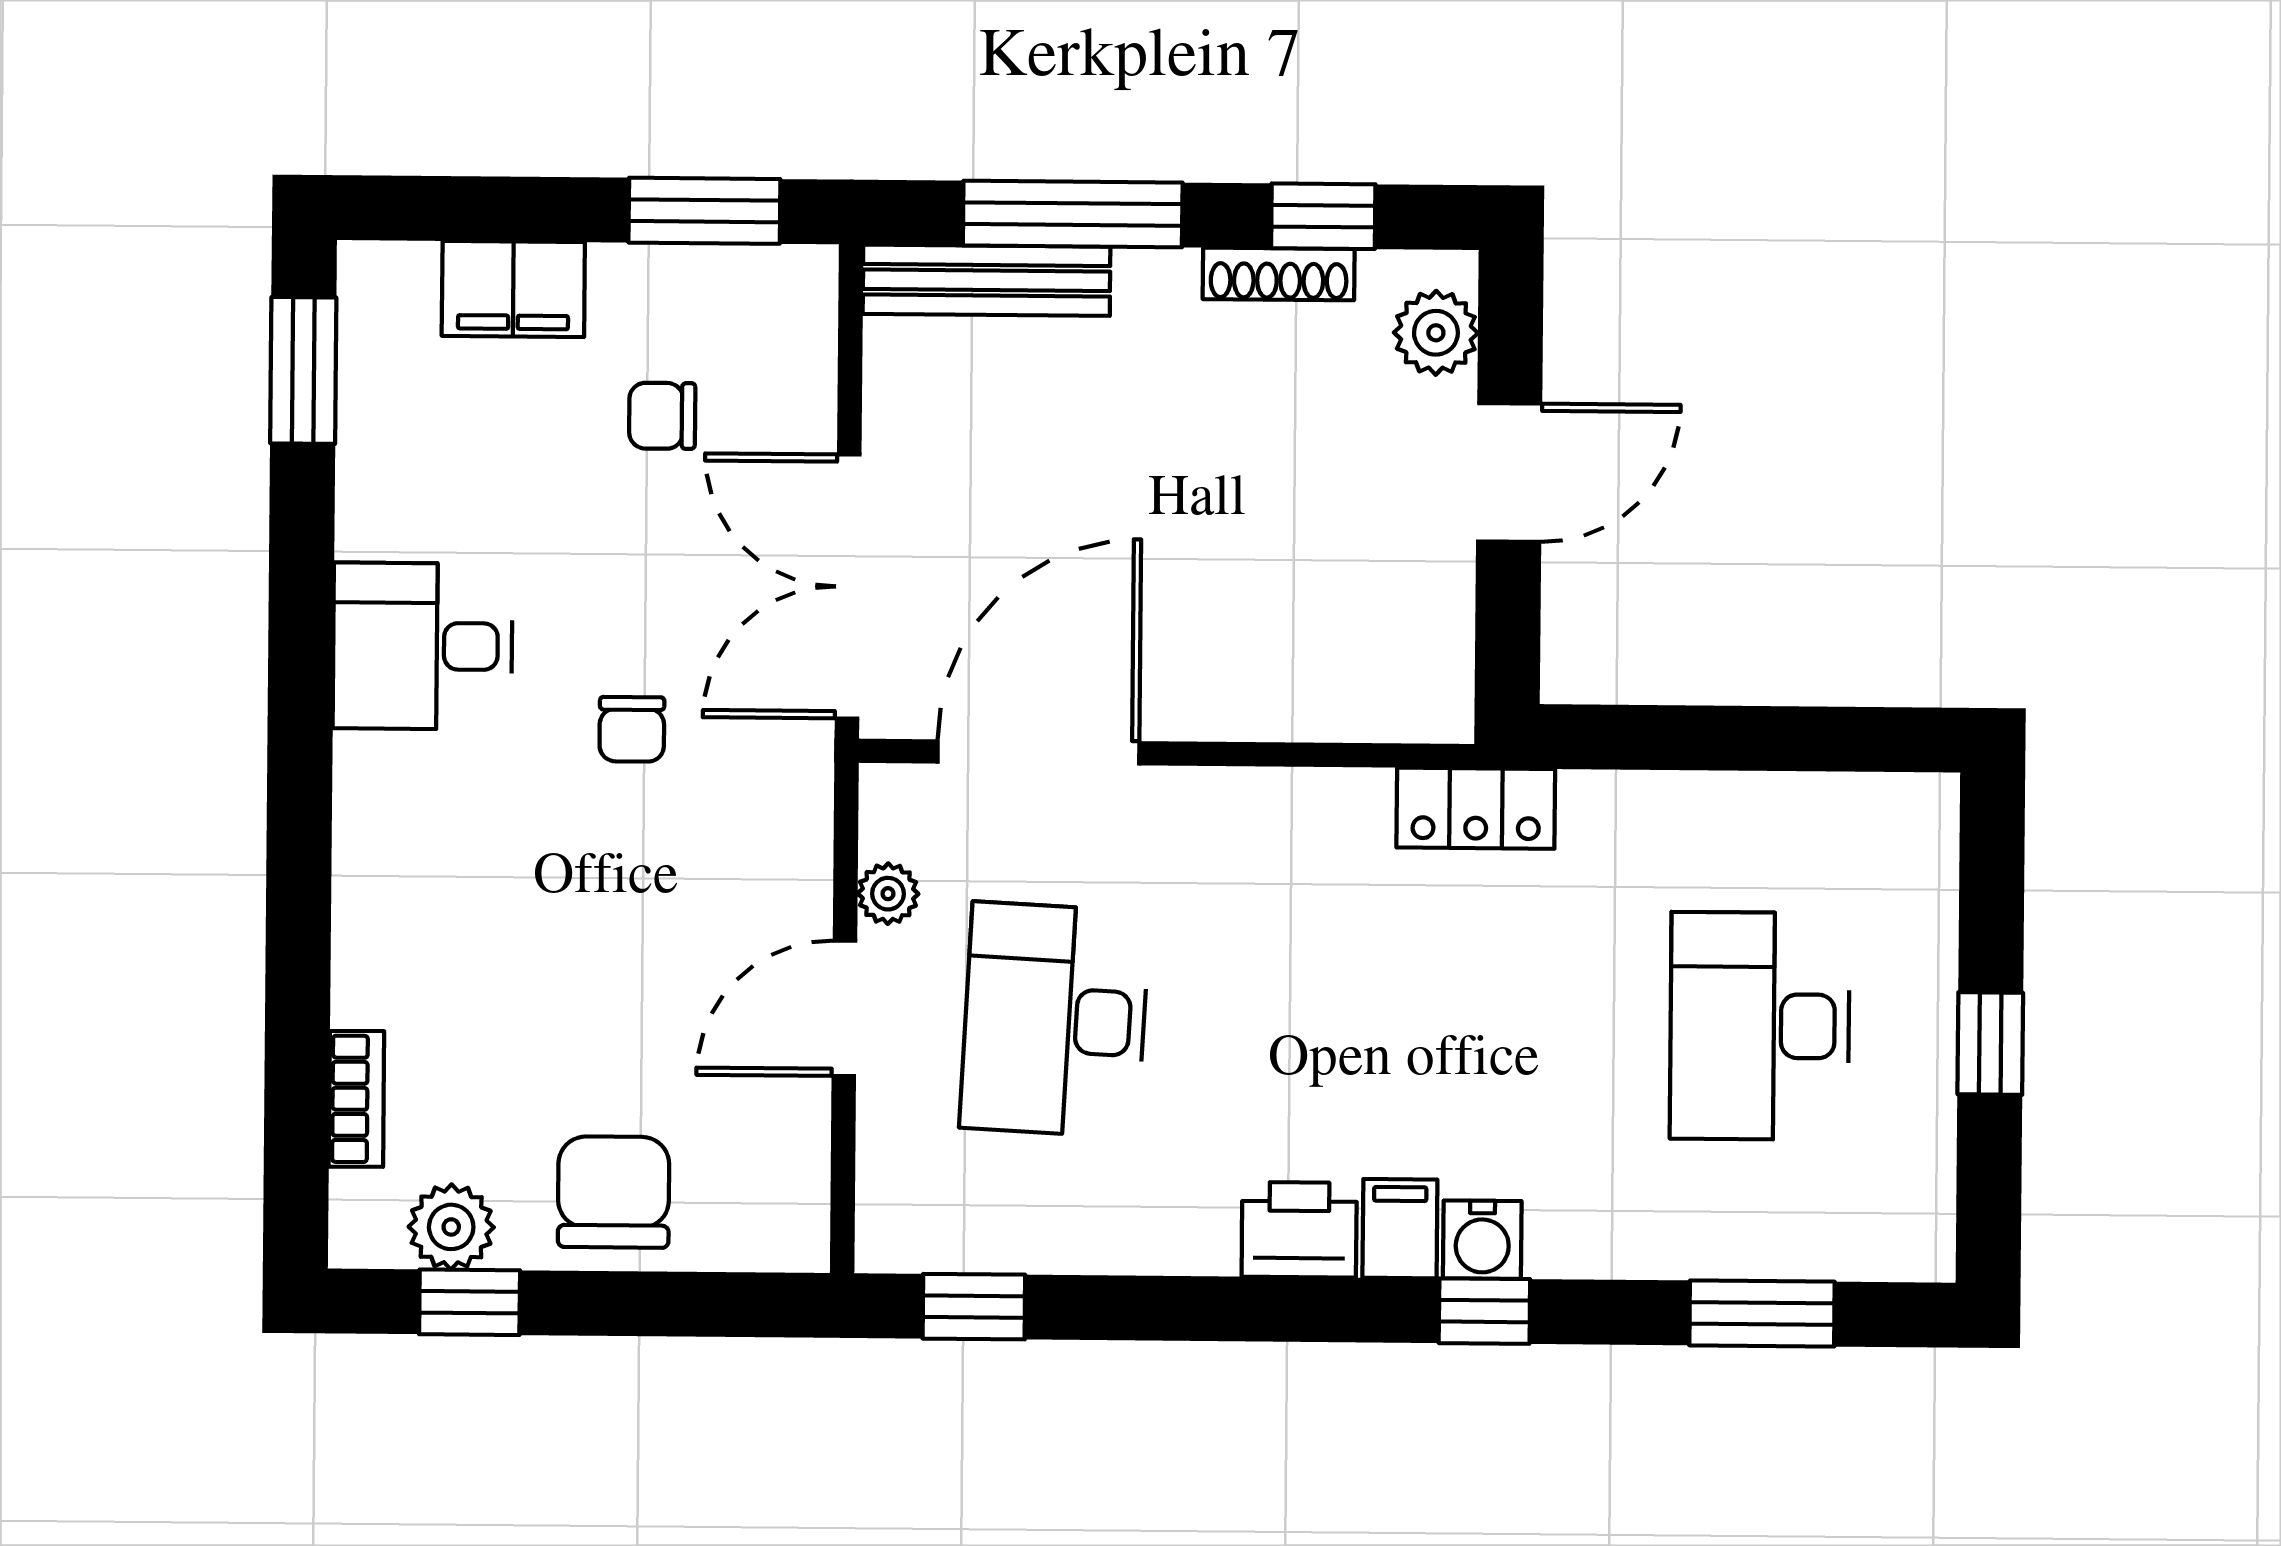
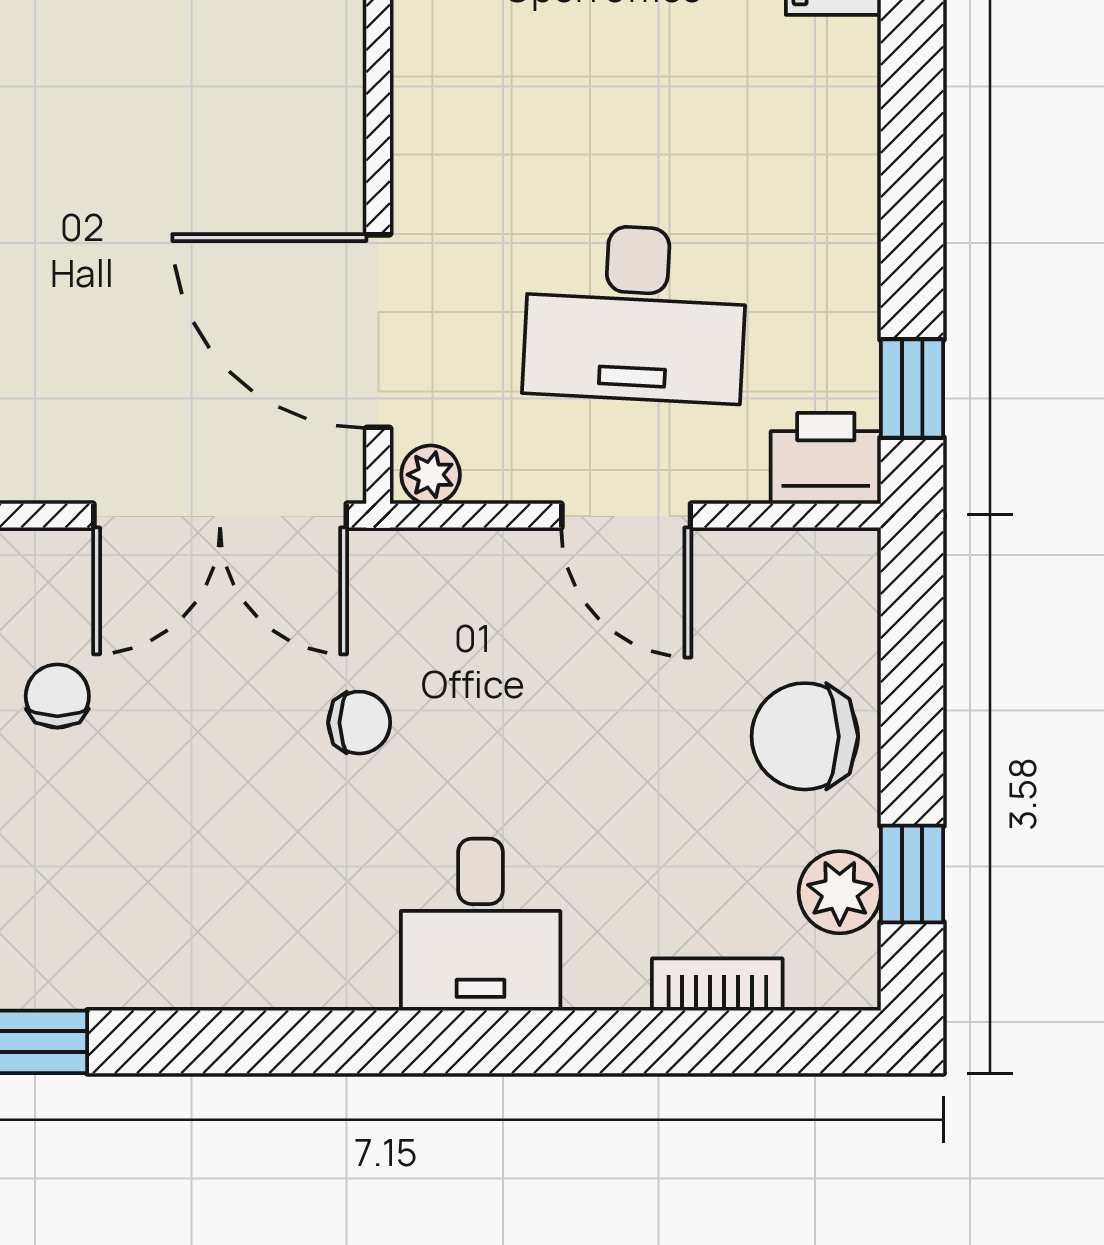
chair: (662, 416) -> (57, 696), turned 180
desk: (423, 646) -> (481, 925), moved
plant: (888, 894) -> (431, 475), moved
printer: (1299, 1230) -> (826, 458), moved, turned 90

